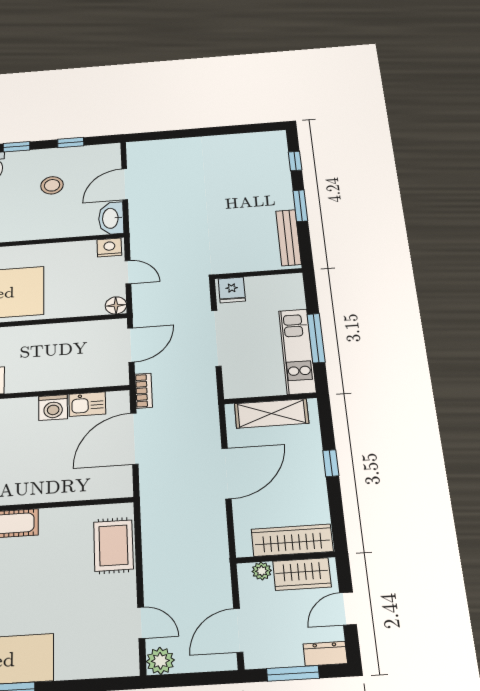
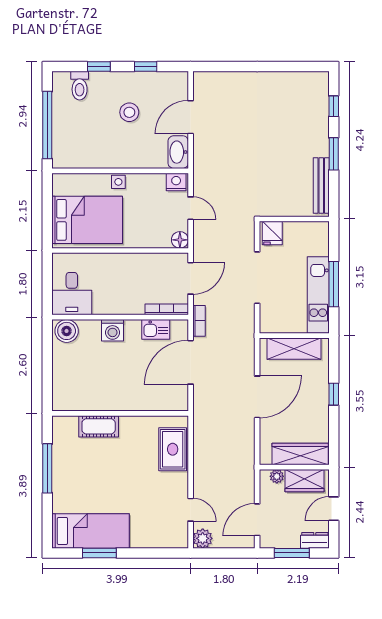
side table: (39, 253) -> (118, 182), added
bookcase: (101, 381) -> (167, 309), added
washing machine: (53, 407) -> (113, 330), moved

